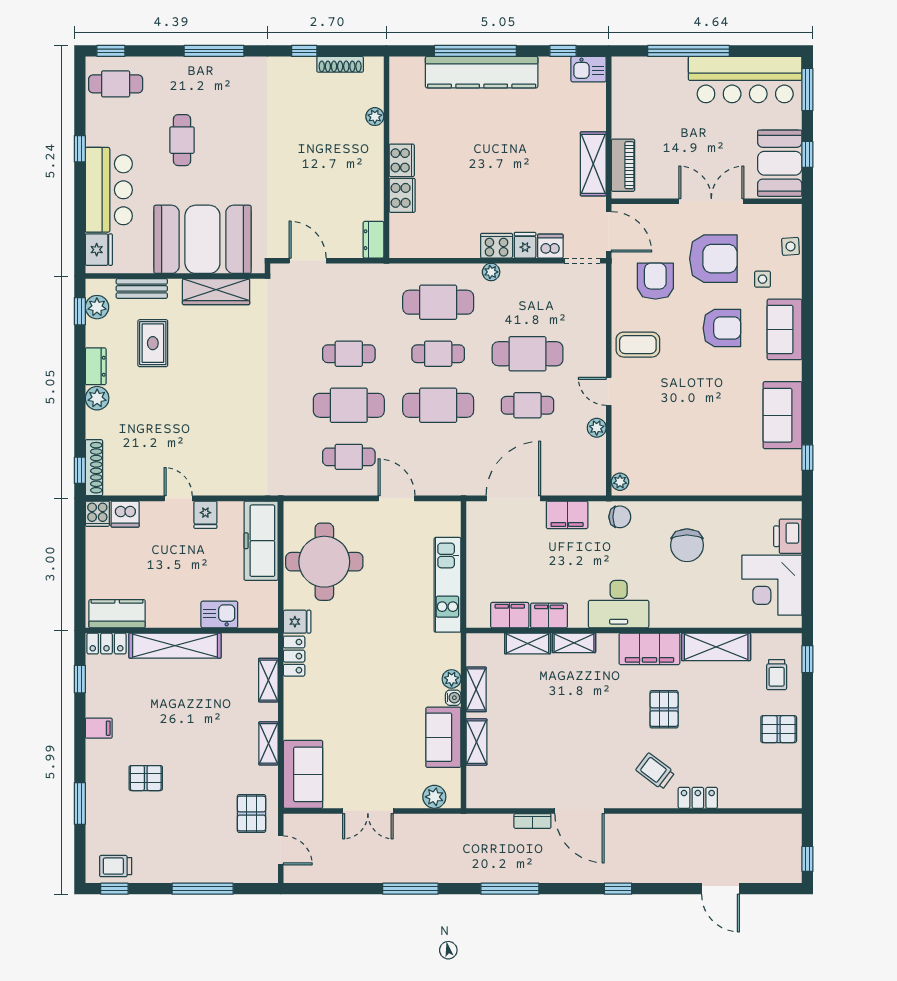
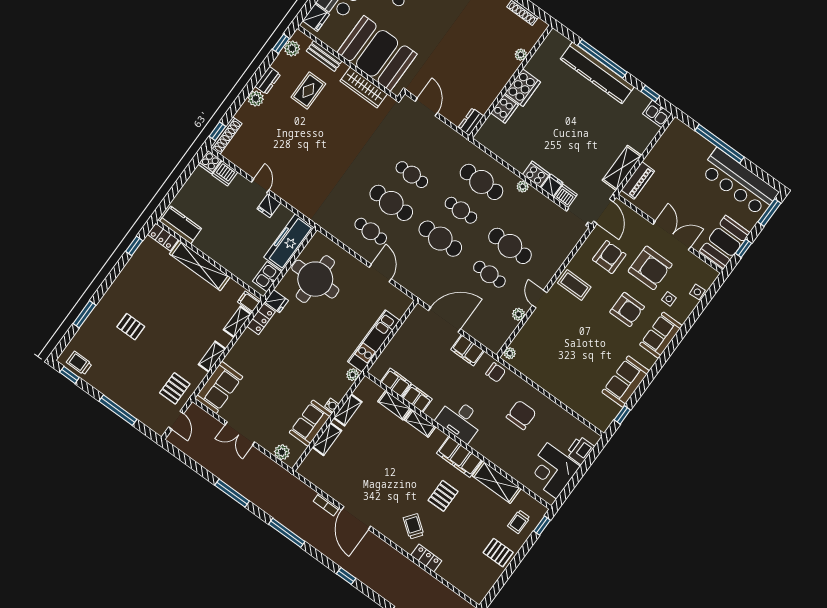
cooker: (402, 160) -> (523, 88), width x1.37, depth x1.31
chair: (687, 545) -> (521, 415), turned 180
kitchen sink: (219, 615) -> (267, 277), moved, turned -90
plant: (452, 679) -> (353, 375), moved
filing cabinet: (99, 728) -> (249, 302), moved, turned 180

